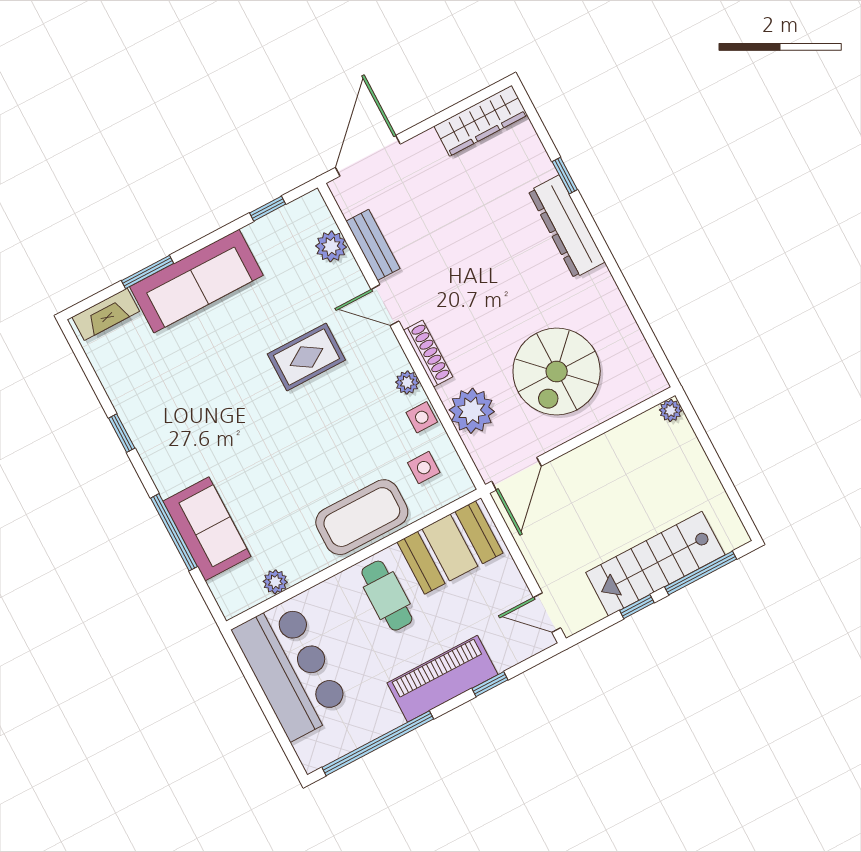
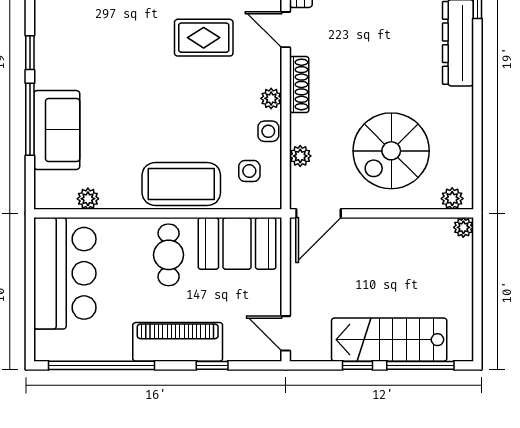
plant: (644, 387) -> (452, 199), added
plant: (472, 411) -> (300, 156), width x0.53, depth x0.53
window: (122, 433) -> (30, 53), moved

